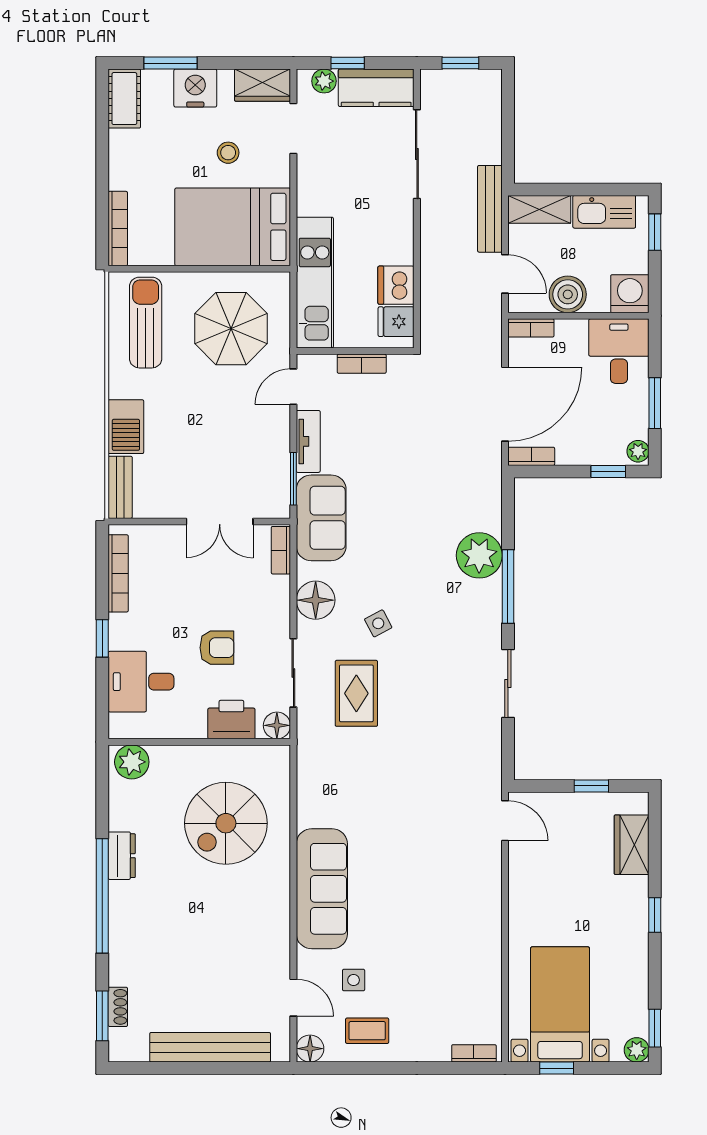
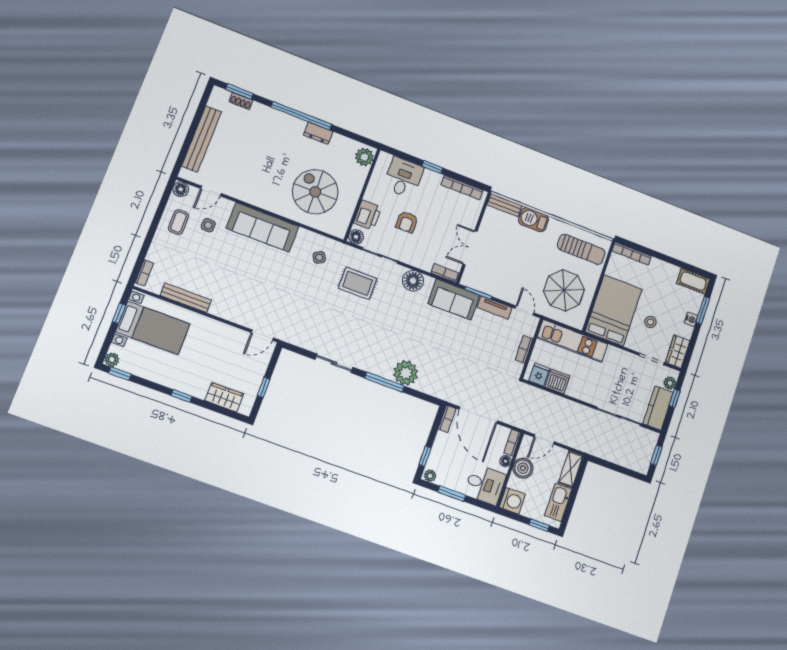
nightstand: (195, 88) -> (691, 319), width x0.53, depth x0.56
bench: (490, 209) -> (186, 298), moved
floor lamp: (567, 329) -> (506, 461), added
side table: (378, 623) -> (319, 257), moved

